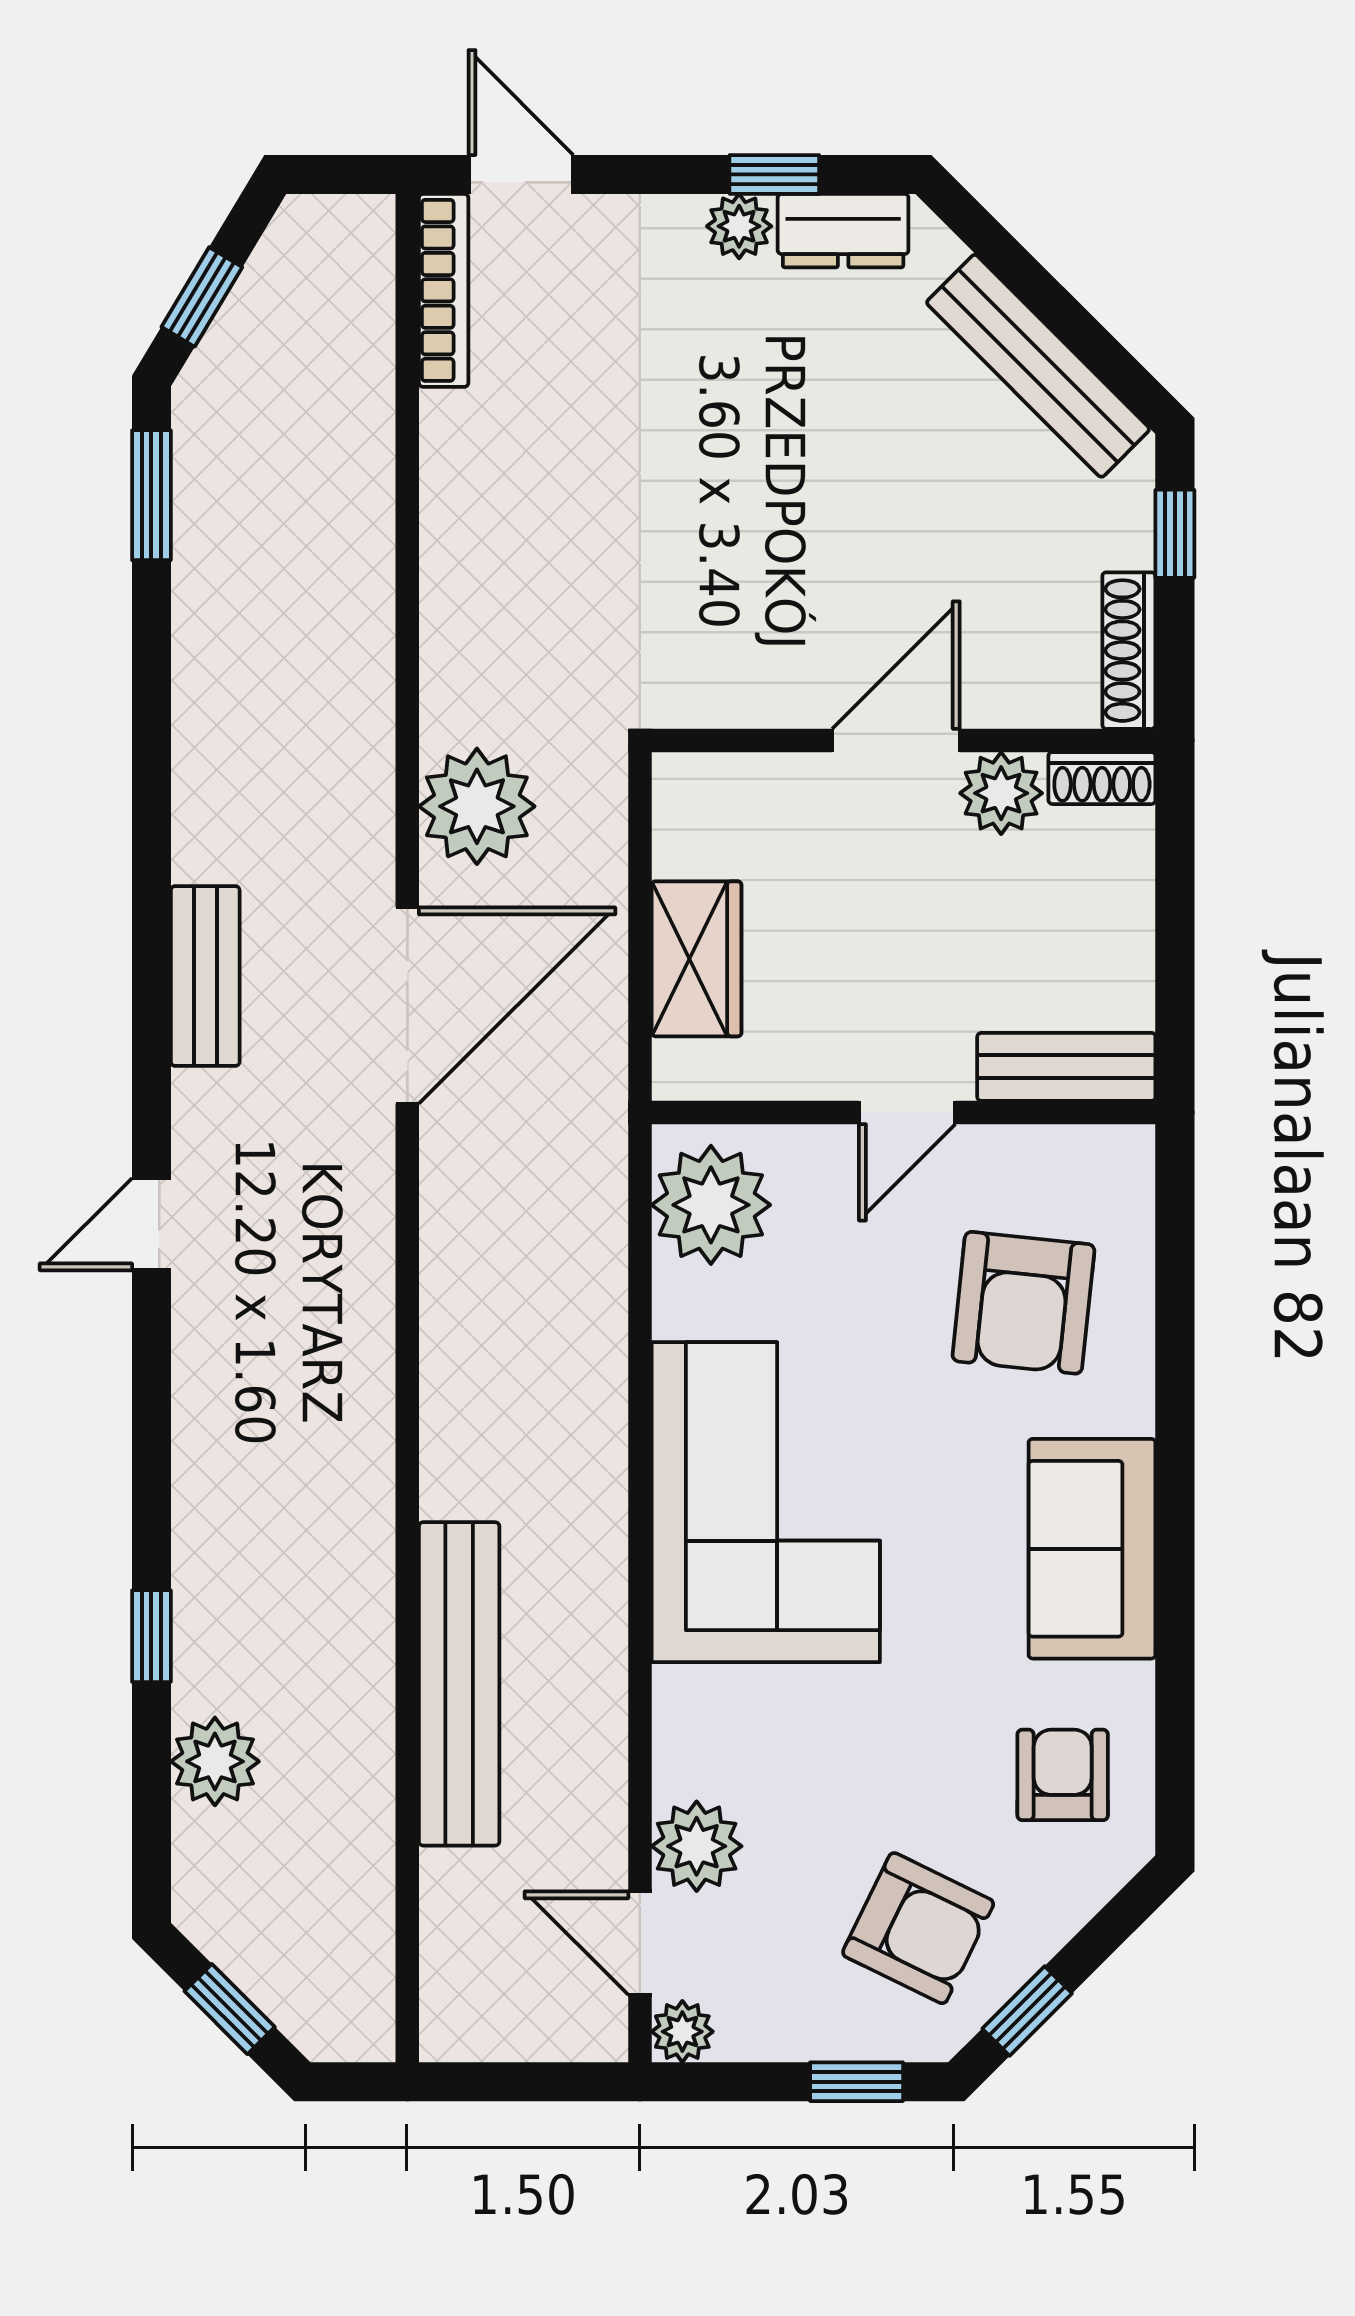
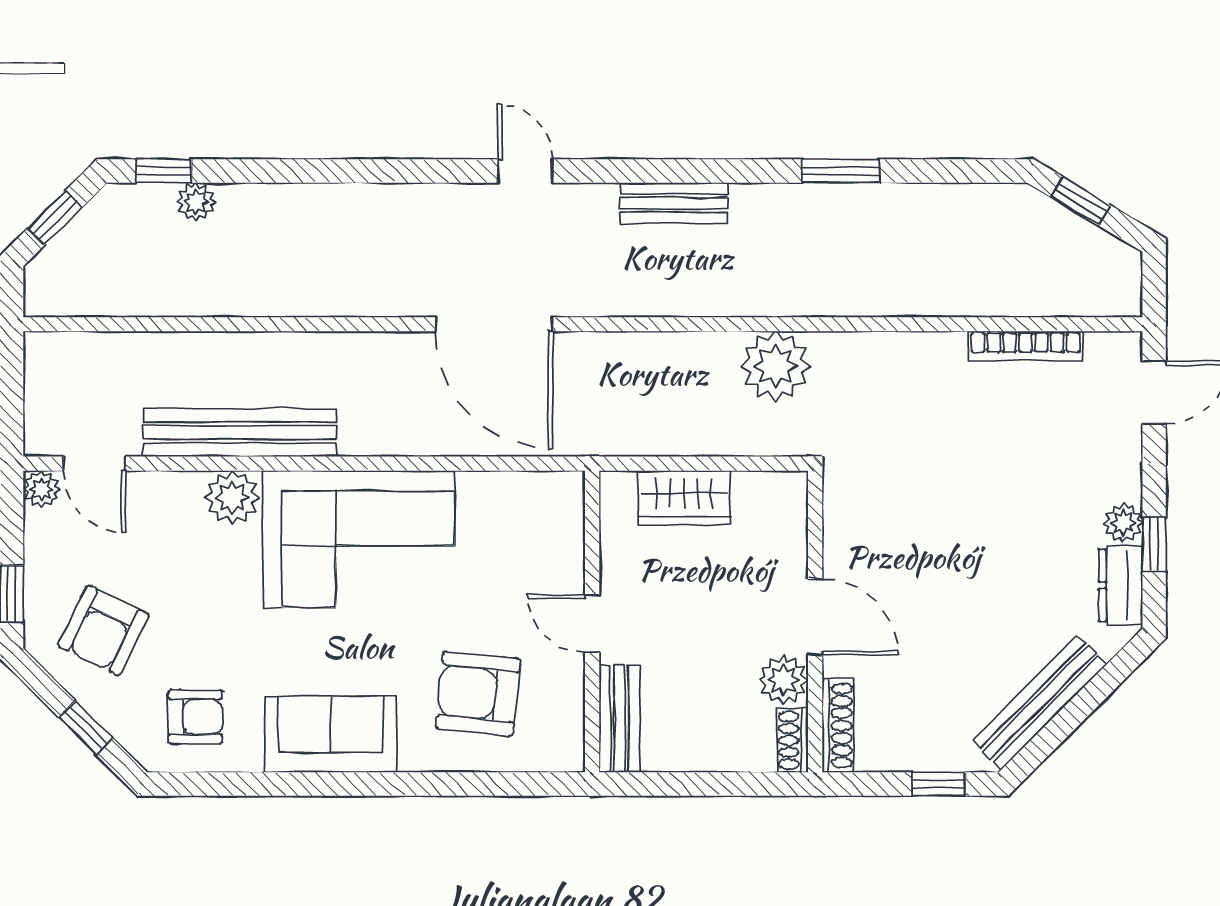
bookcase: (444, 290) -> (1026, 346), moved
window: (151, 495) -> (841, 171), moved
shoe rack: (1129, 651) -> (838, 726), moved, turned 90
door: (407, 1006) -> (494, 324), moved
plant: (711, 1205) -> (537, 506), removed
window: (151, 1636) -> (164, 171), moved
bench: (459, 1684) -> (240, 433), moved
plant: (215, 1761) -> (196, 202), width x0.73, depth x0.73
plant: (697, 1846) -> (232, 498), moved
door: (640, 1943) -> (94, 464), swing flipped
window: (1027, 2011) -> (86, 728), moved

